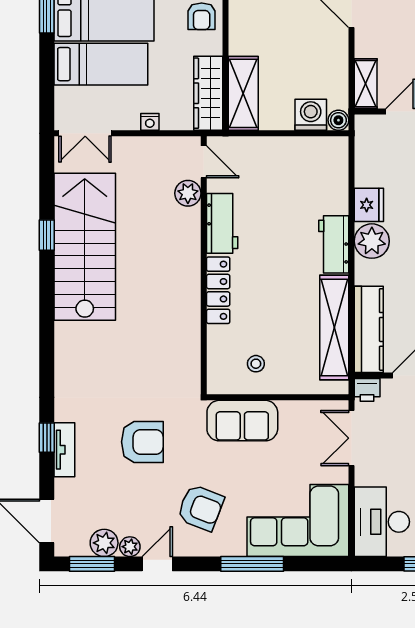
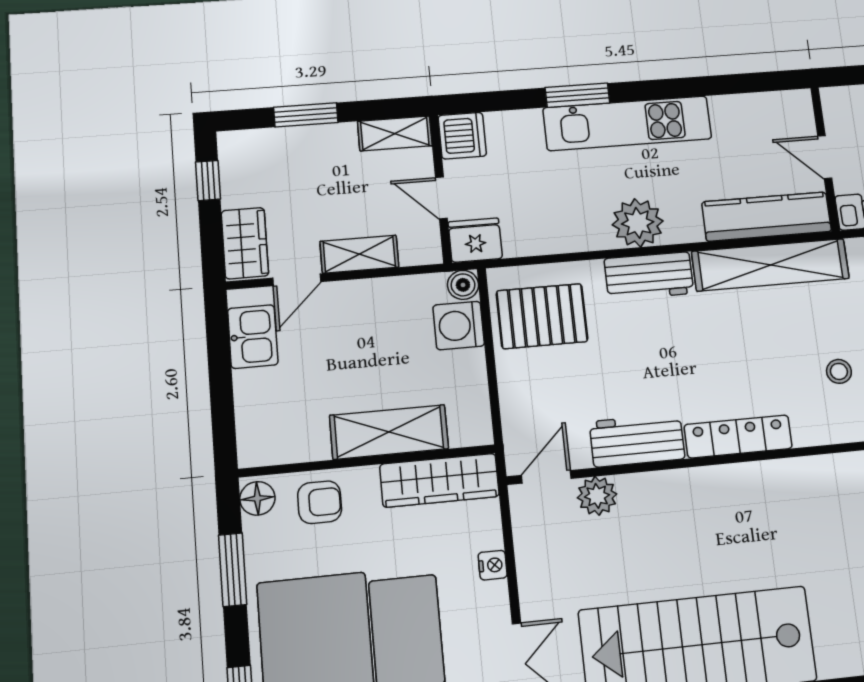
shelving: (366, 84) -> (359, 254), moved
shelving: (243, 93) -> (389, 432), moved
pallet: (312, 170) -> (542, 316), added
fridge: (369, 205) -> (475, 240), moved

